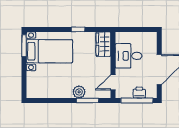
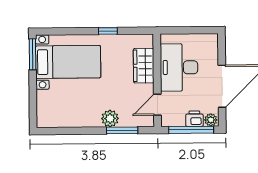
wardrobe: (103, 44) -> (144, 66), moved
desk: (129, 56) -> (179, 67), width x1.37
plant: (151, 94) -> (211, 120), added

